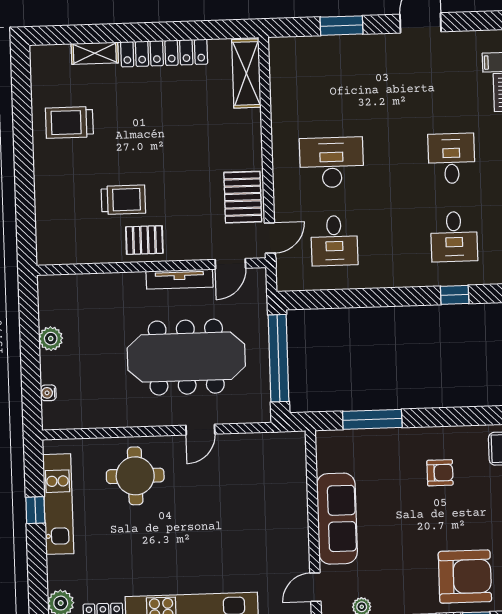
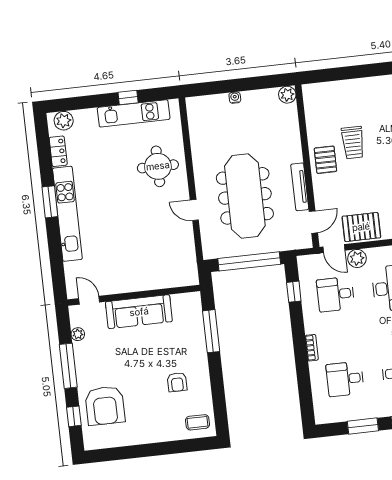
plant: (286, 207) -> (357, 258), added
door: (230, 264) -> (313, 222), swing flipped
bookcase: (407, 280) -> (312, 348), added
window: (455, 295) -> (294, 292), moved
plant: (51, 339) -> (287, 95), moved
water cooler: (48, 393) -> (235, 98), moved

